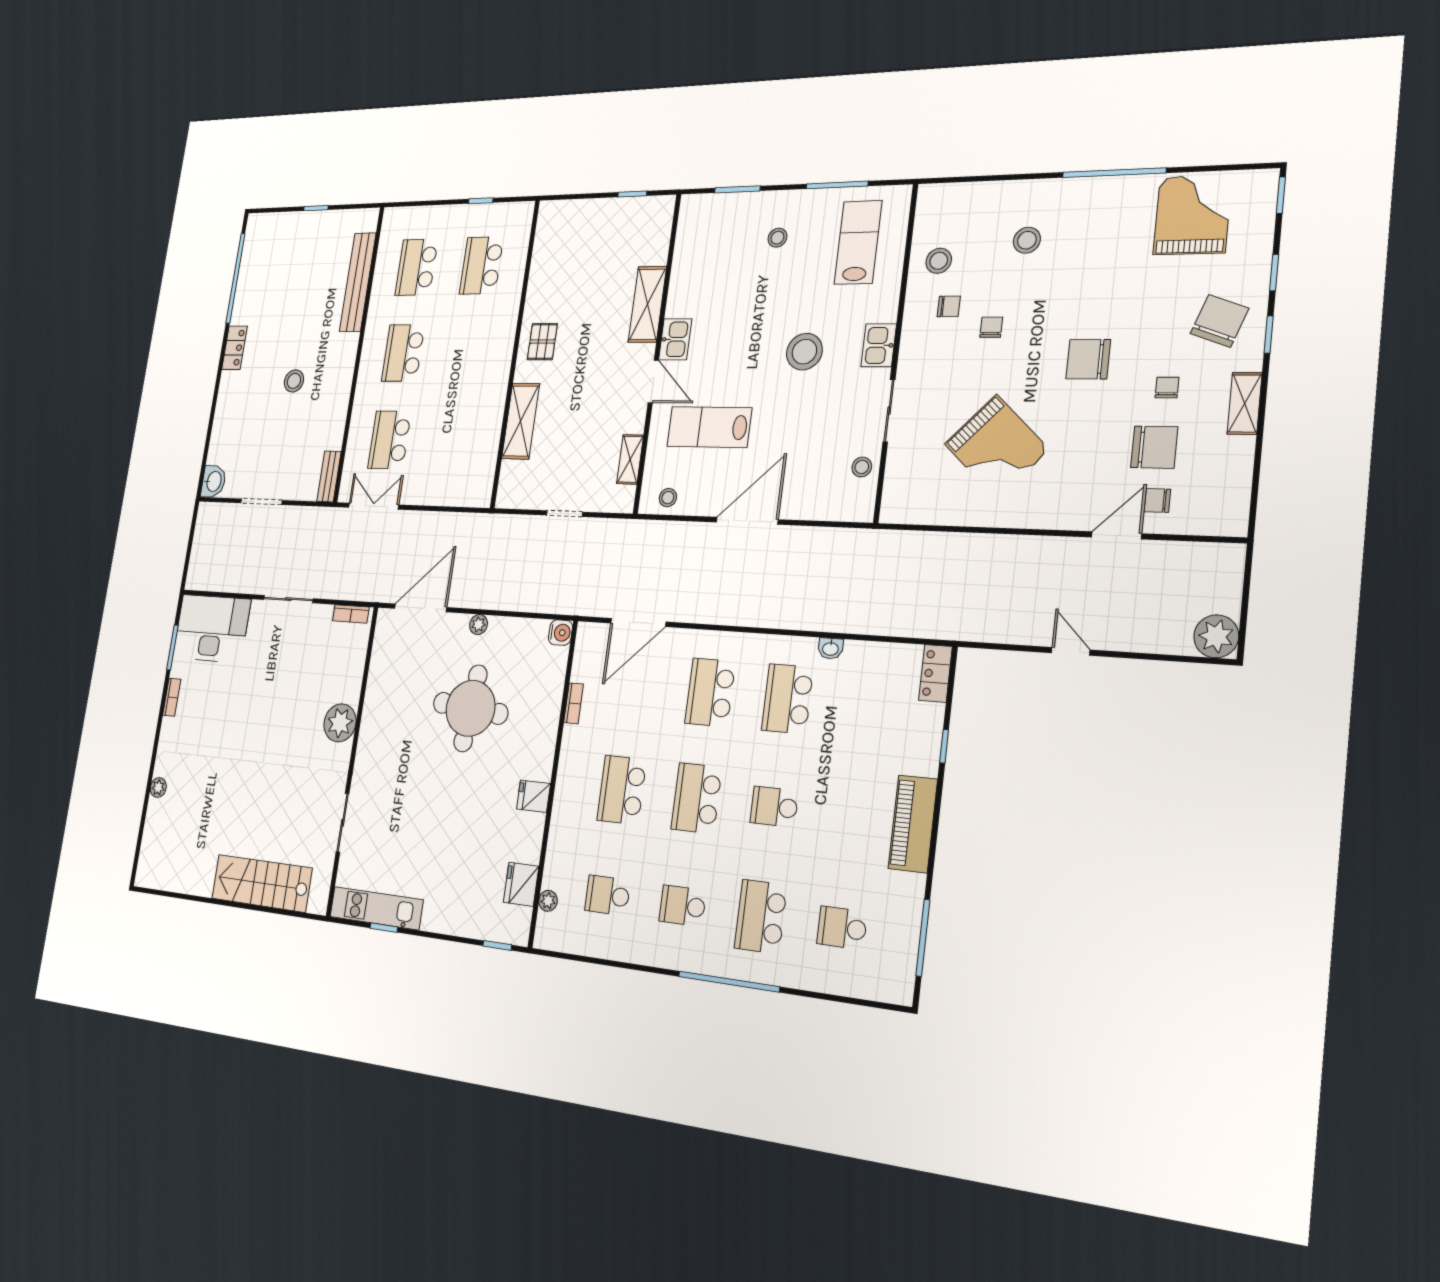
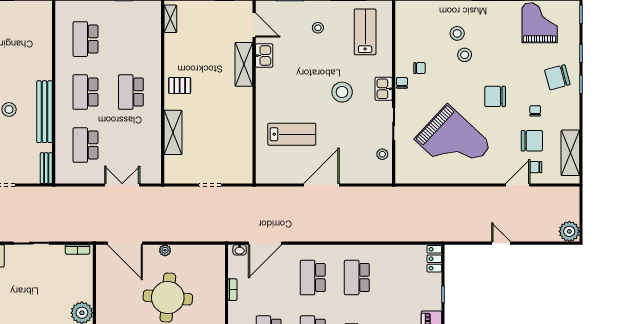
stool: (939, 261) -> (465, 55), moved
school desk: (481, 265) -> (131, 92), moved
bench: (358, 282) -> (45, 112), moved
chair: (1220, 321) -> (557, 77), turned -125
chair: (991, 327) -> (402, 83), moved
kitchen sink: (675, 339) -> (264, 56), moved
pallet: (542, 341) -> (180, 86), turned 90
door: (653, 381) -> (254, 25), moved
shelving: (1245, 403) -> (570, 153), moved, width x1.50, depth x1.33
lab bench: (709, 427) -> (292, 134), turned 180
grand piano: (997, 447) -> (453, 142), width x1.37, depth x1.48
shelving: (630, 459) -> (170, 19), moved
stool: (668, 498) -> (273, 174), removed
double door: (374, 506) -> (122, 185), moved
door: (421, 608) -> (125, 243), swing flipped
water cooler: (560, 633) -> (218, 252), removed
washbasin: (830, 648) -> (240, 250), moved

